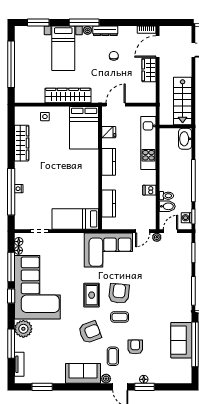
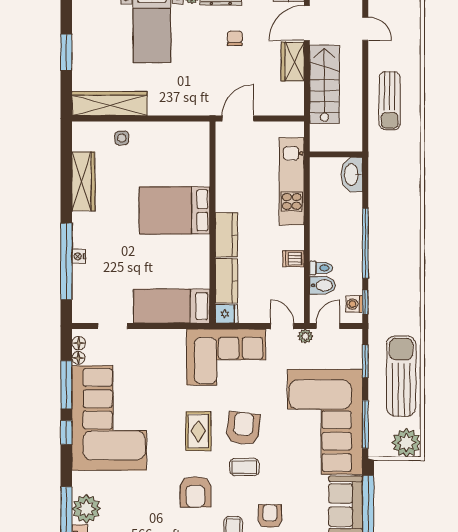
window: (11, 64) -> (66, 52), width x0.47
wardrobe: (68, 96) -> (109, 104), moved
stairs: (183, 101) -> (324, 84), moved, turned 180
bed: (84, 128) -> (175, 210), moved, turned 90
fridge: (109, 132) -> (226, 314), moved
kitchen counter: (109, 162) -> (226, 235), moved
door: (143, 231) -> (282, 326), swing flipped
corner sofa: (169, 289) -> (325, 422), added
plant: (23, 329) -> (86, 509), moved
armchair: (90, 332) -> (195, 492), turned 111

